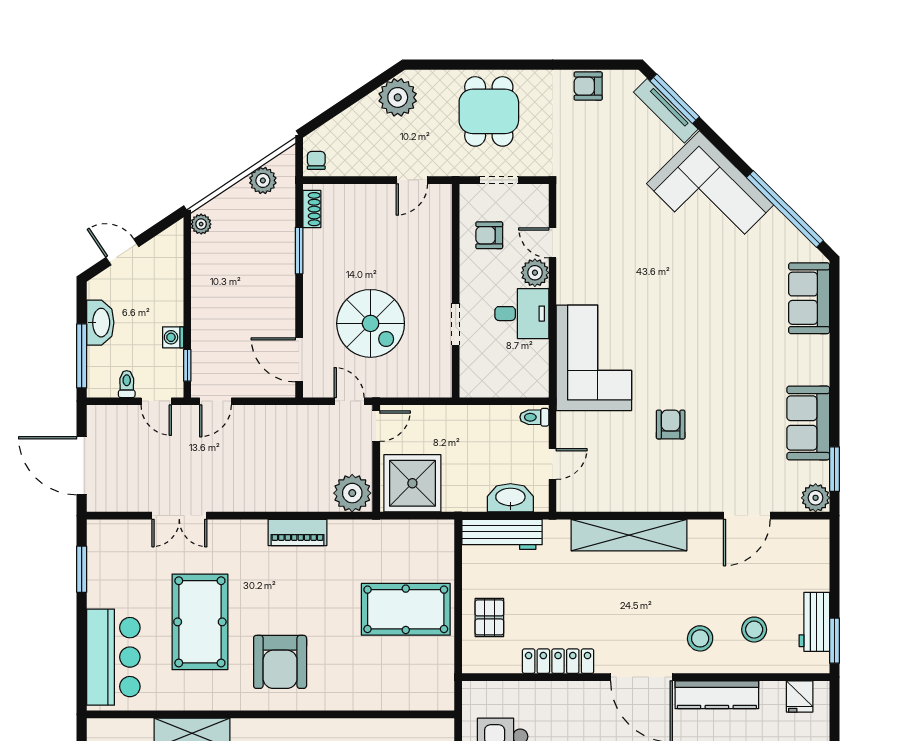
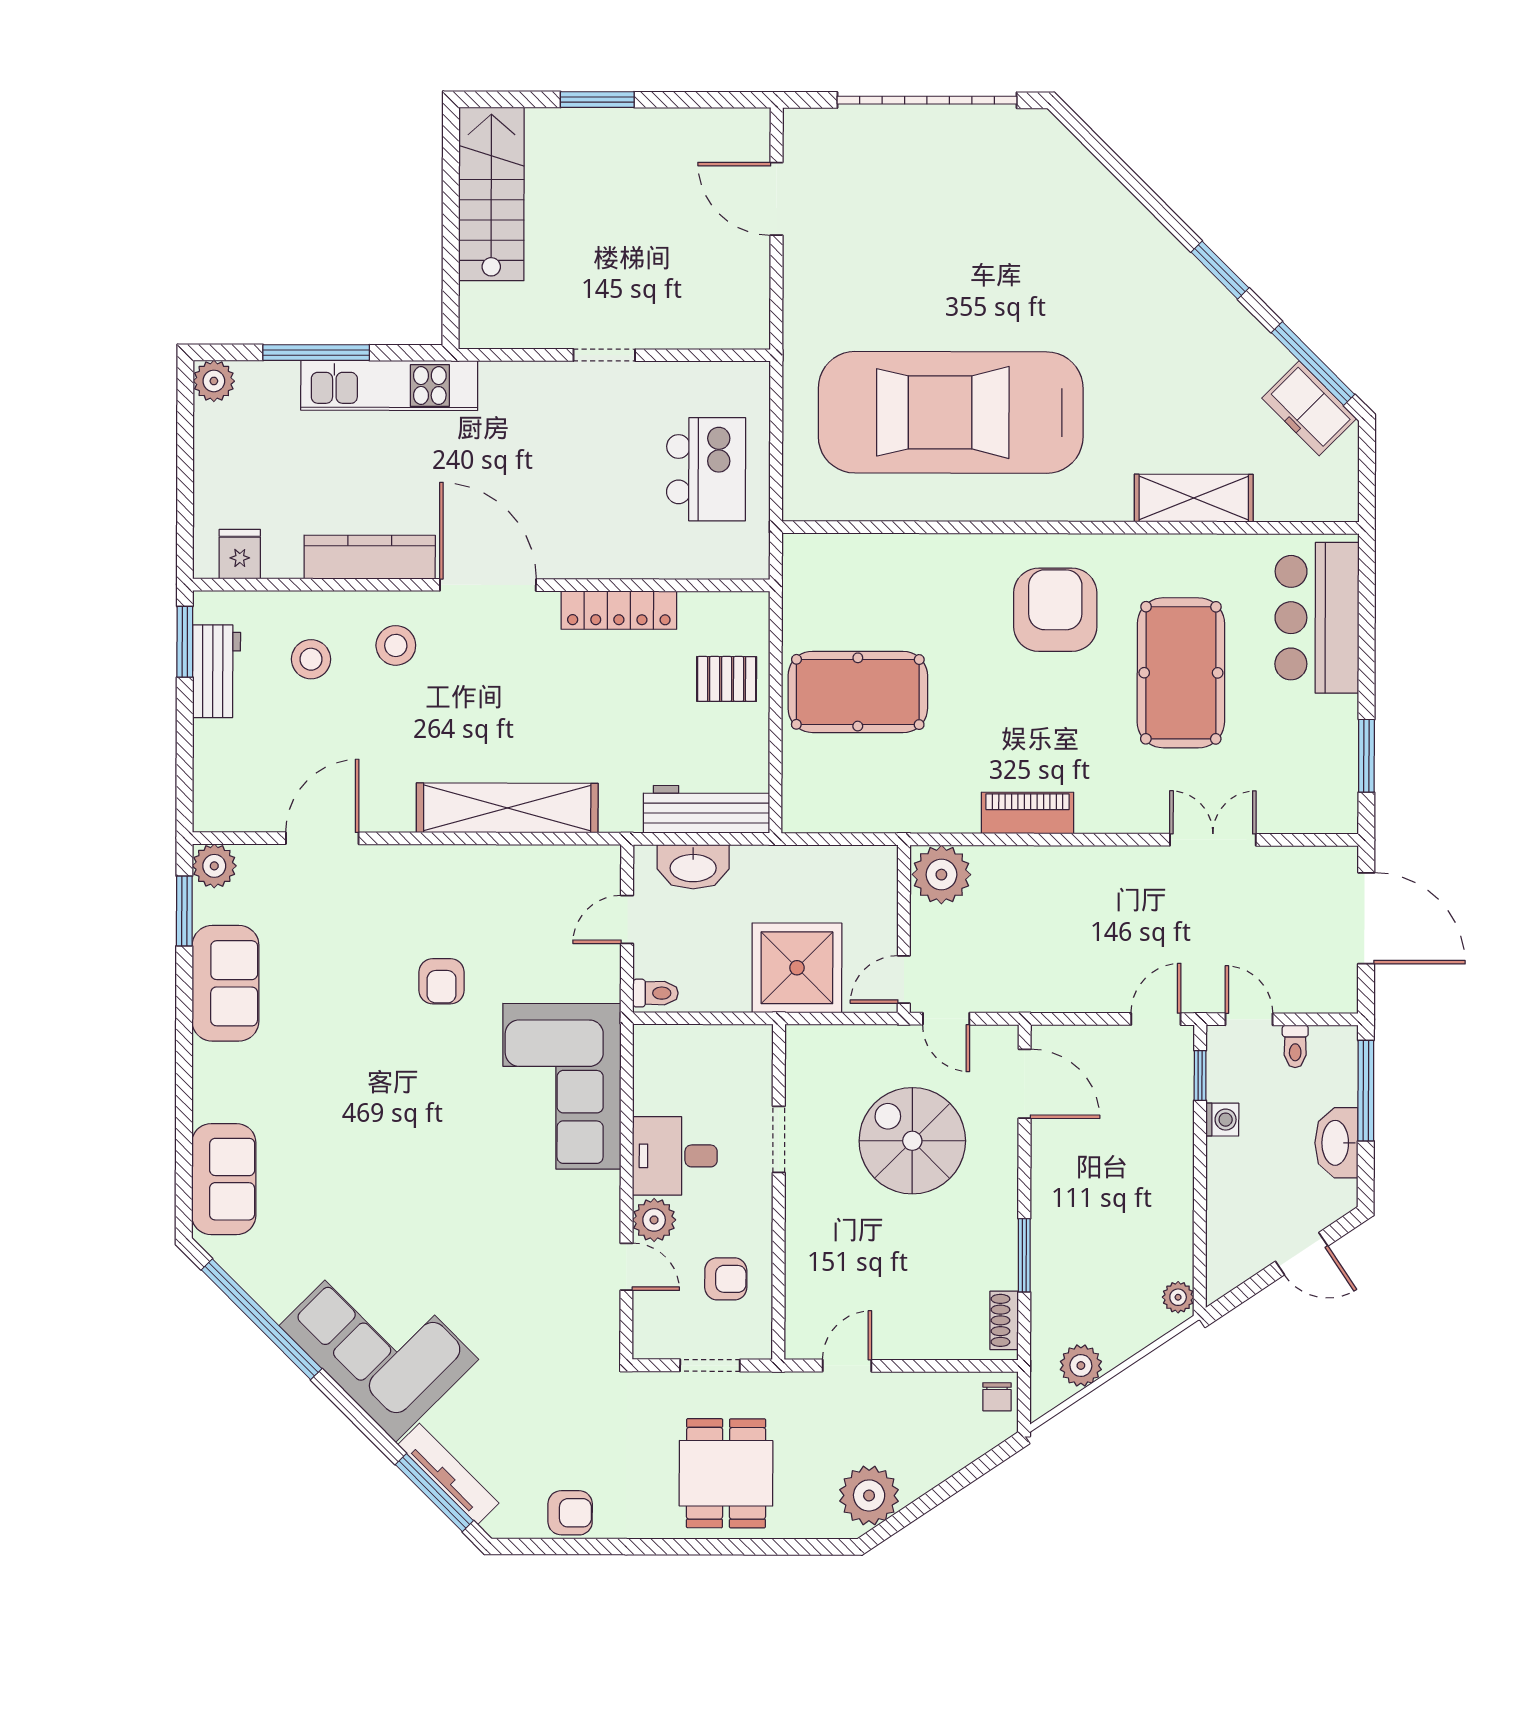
shower: (412, 483) -> (797, 968), moved
pallet: (489, 617) -> (727, 679), turned 90

